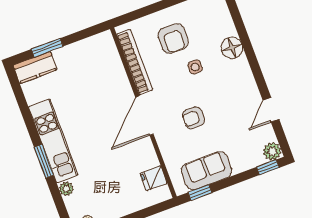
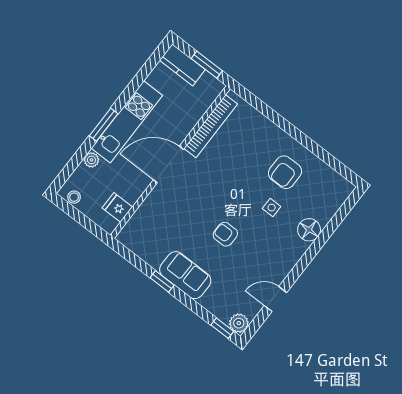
bookcase: (135, 62) -> (211, 126), moved
wall: (143, 113) -> (170, 162), moved
door: (144, 116) -> (168, 165), moved
fridge: (154, 178) -> (117, 207), moved

